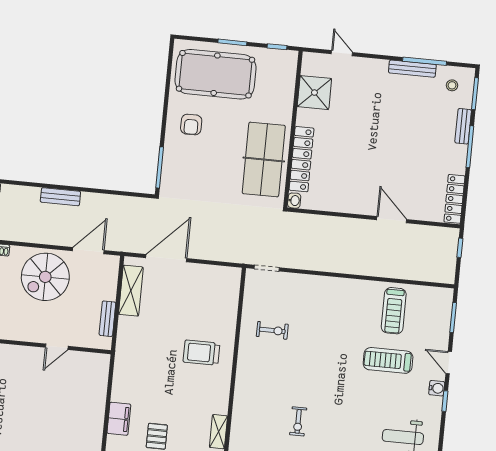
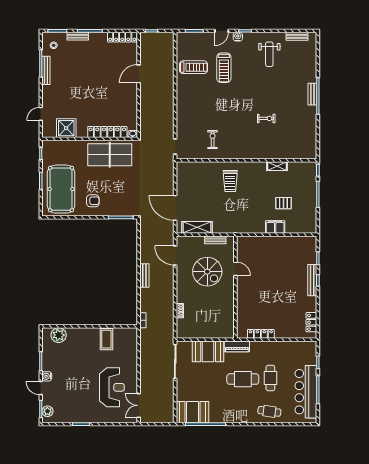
spiral stairs: (45, 277) -> (207, 272), moved

